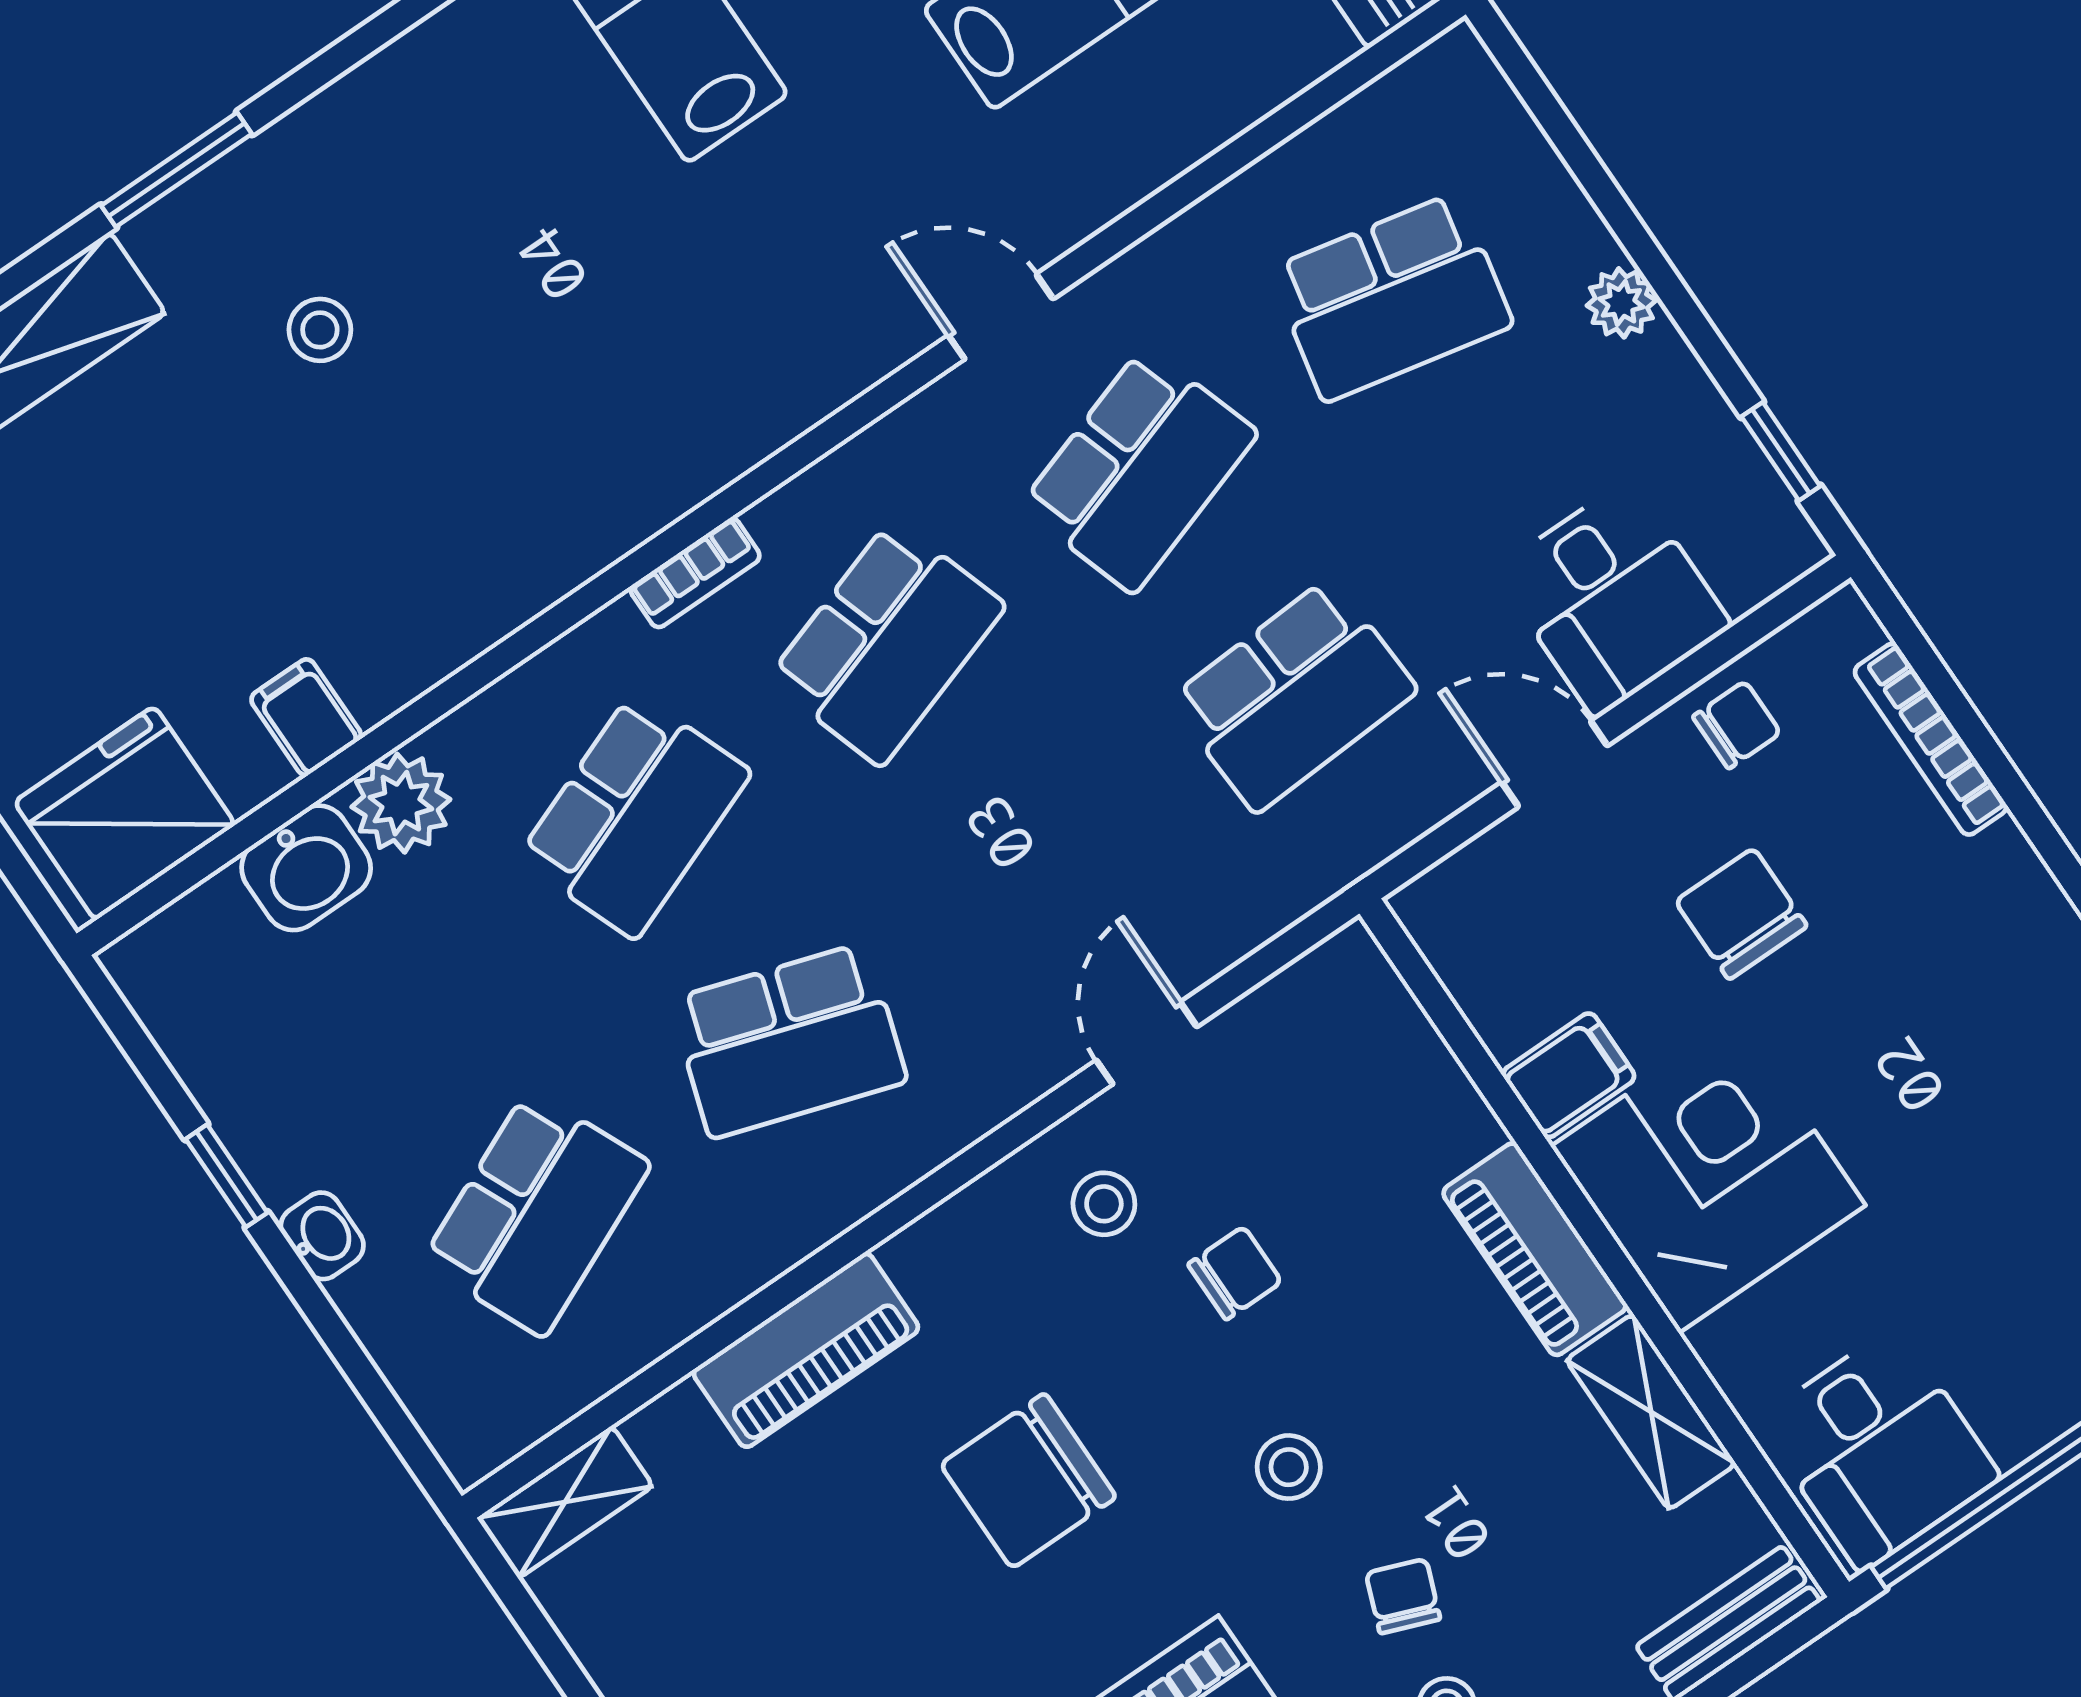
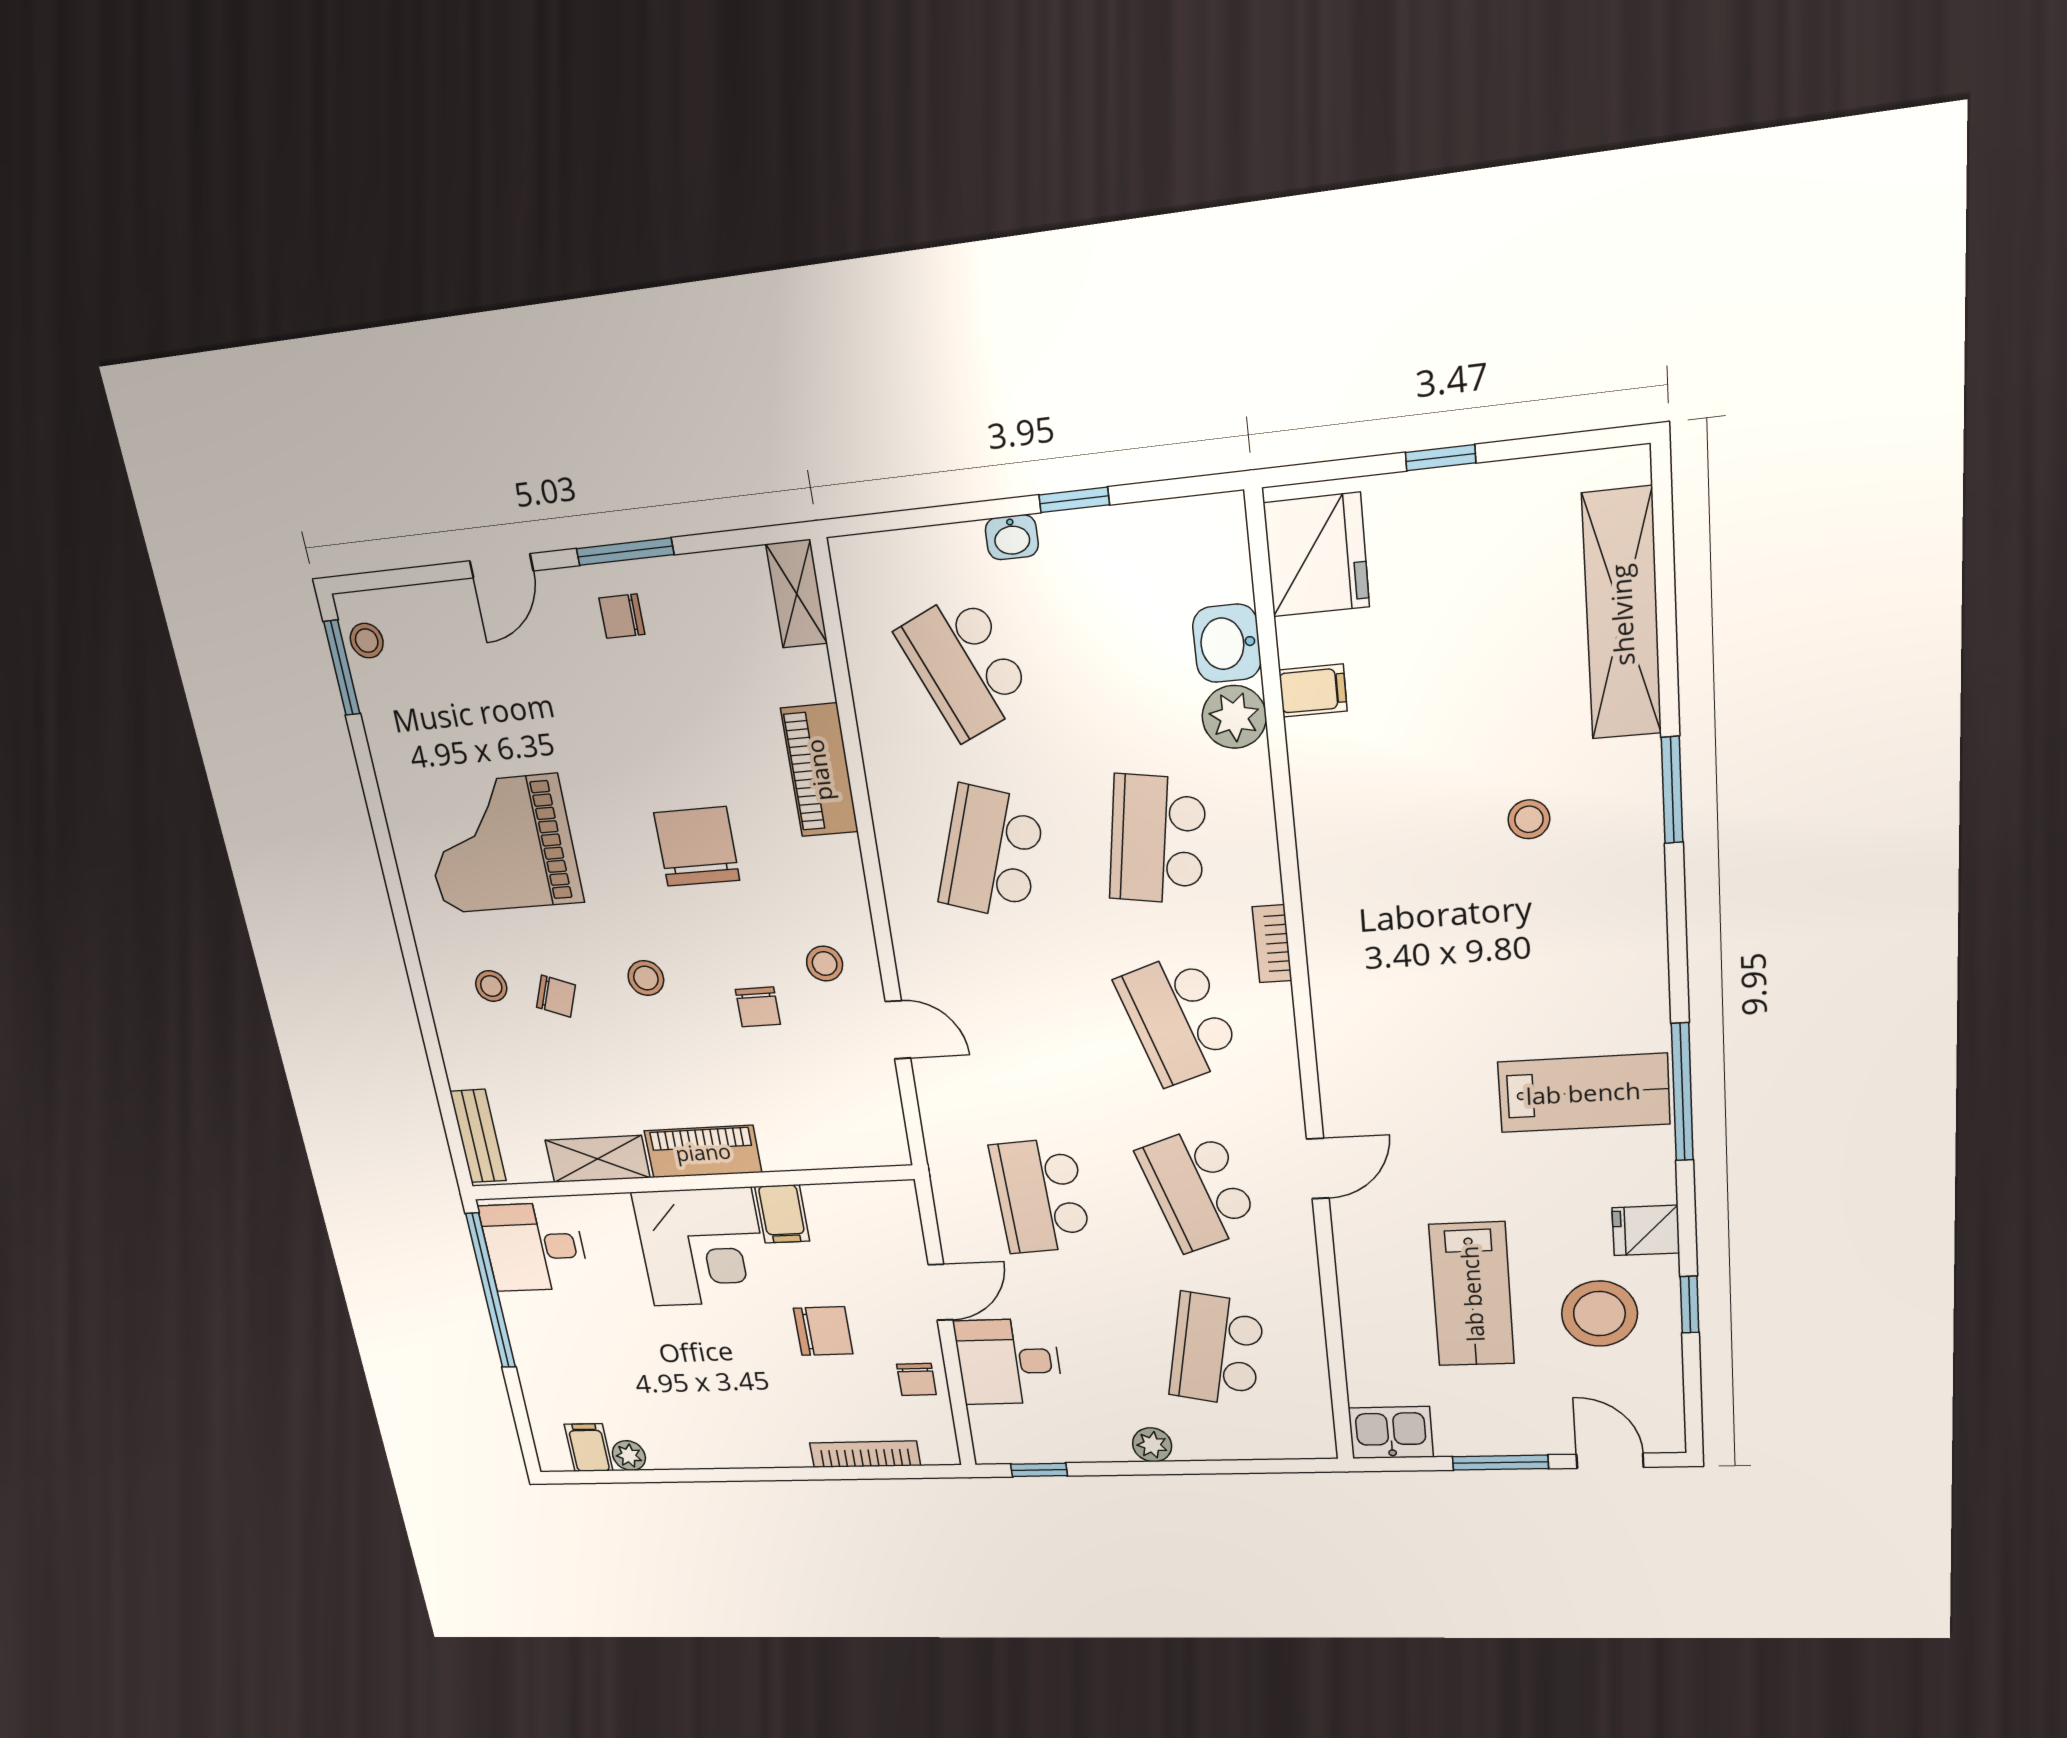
school desk: (634, 815) -> (1157, 840), turned 30

